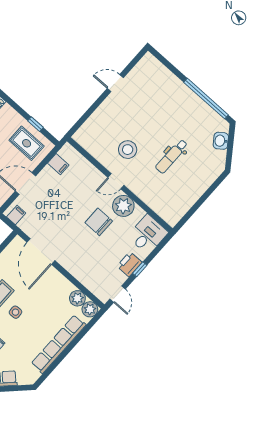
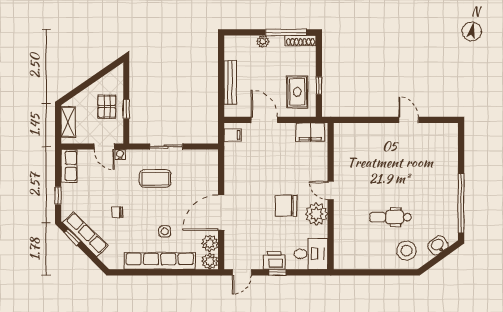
stool: (128, 150) -> (406, 251), moved
filing cabinet: (58, 164) -> (310, 132), width x2.00
chair: (99, 222) -> (286, 206), turned -90
door: (41, 251) -> (221, 212), moved
side table: (15, 312) -> (165, 231), moved

